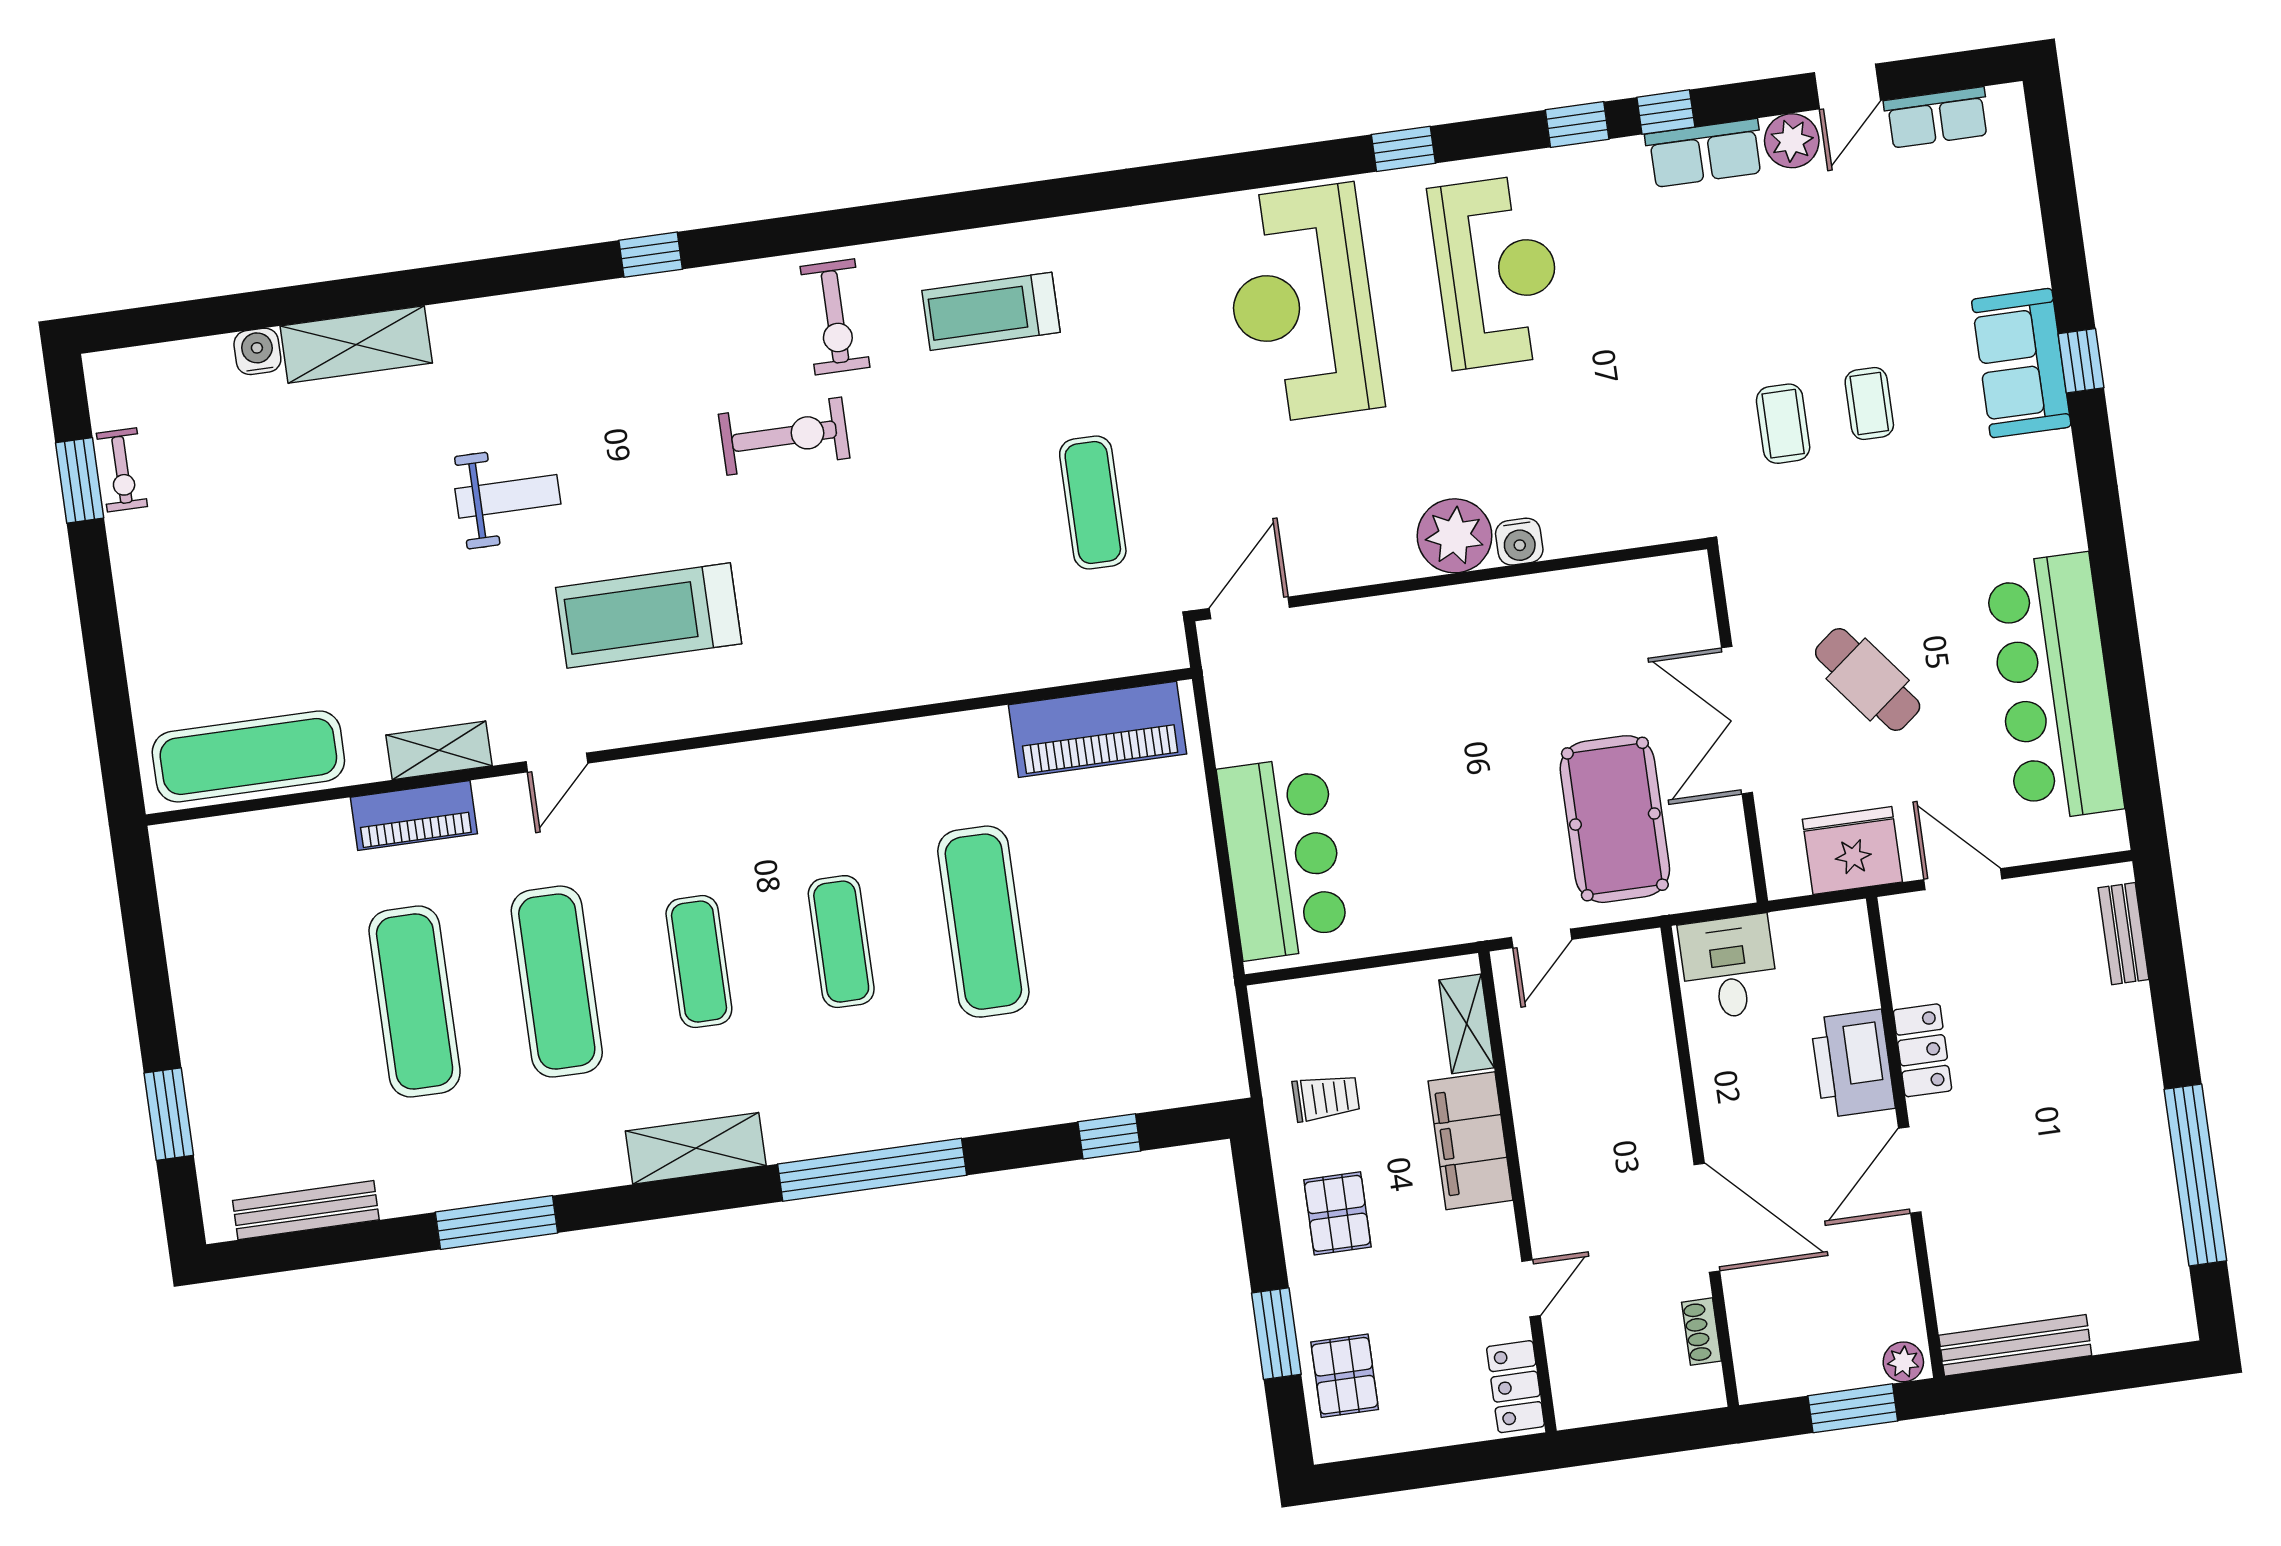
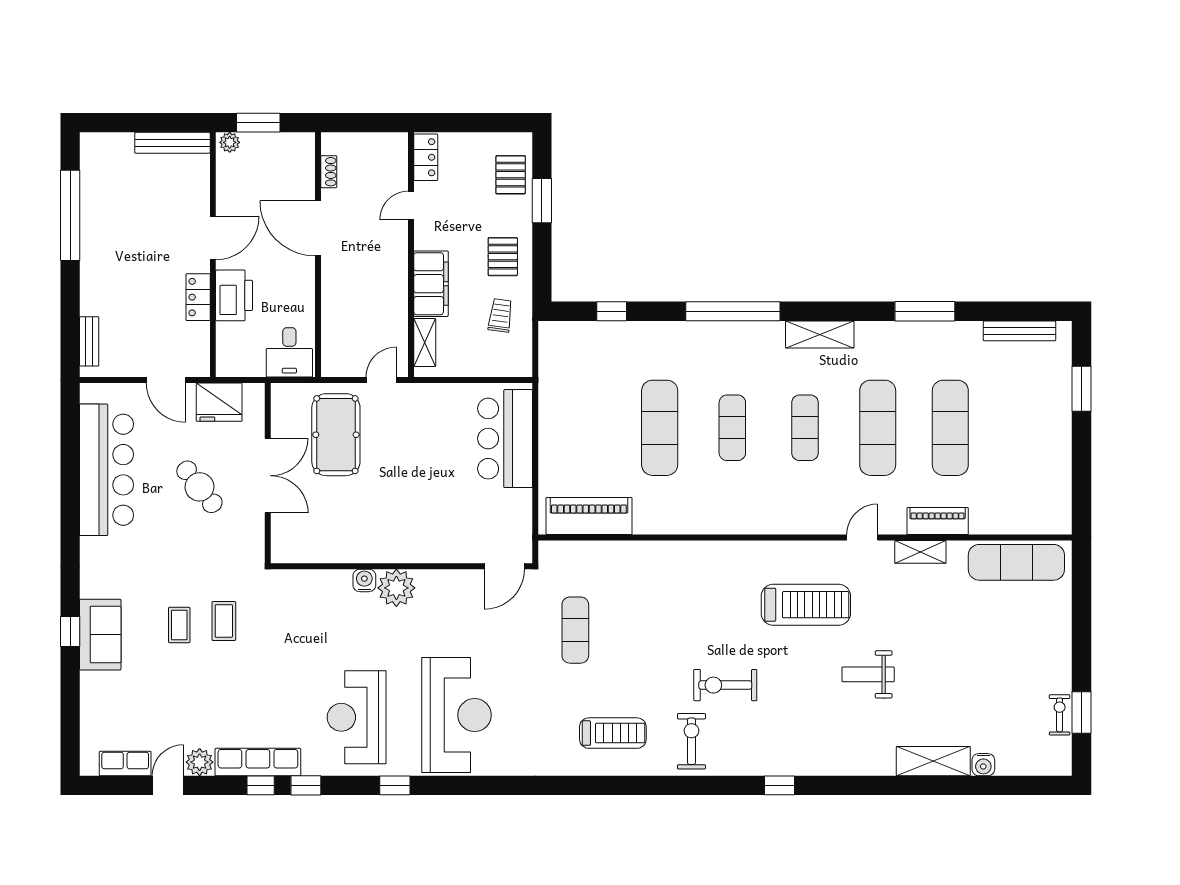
row of seats: (1705, 153) -> (258, 762), width x1.48
trolley: (1326, 1098) -> (500, 315), turned 98

